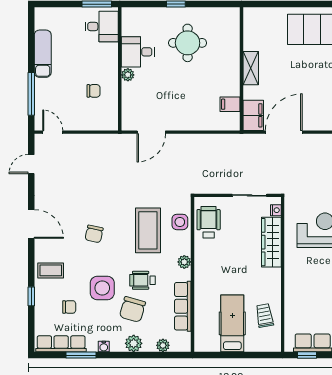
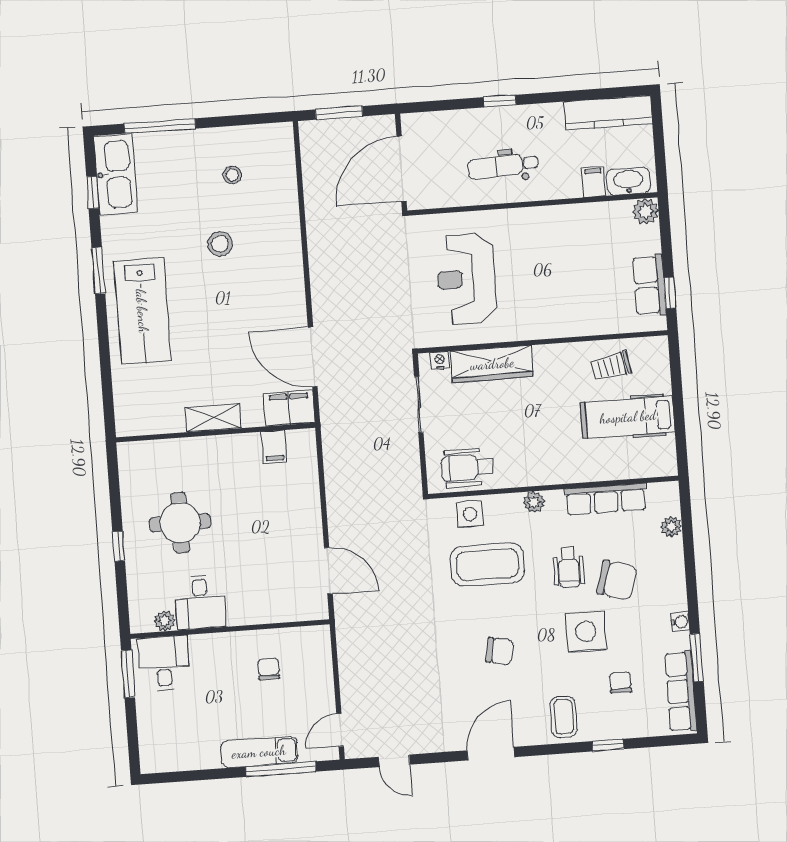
exam couch: (43, 54) -> (259, 752), moved
plant: (128, 75) -> (165, 621), moved
plant: (134, 343) -> (672, 574), removed

